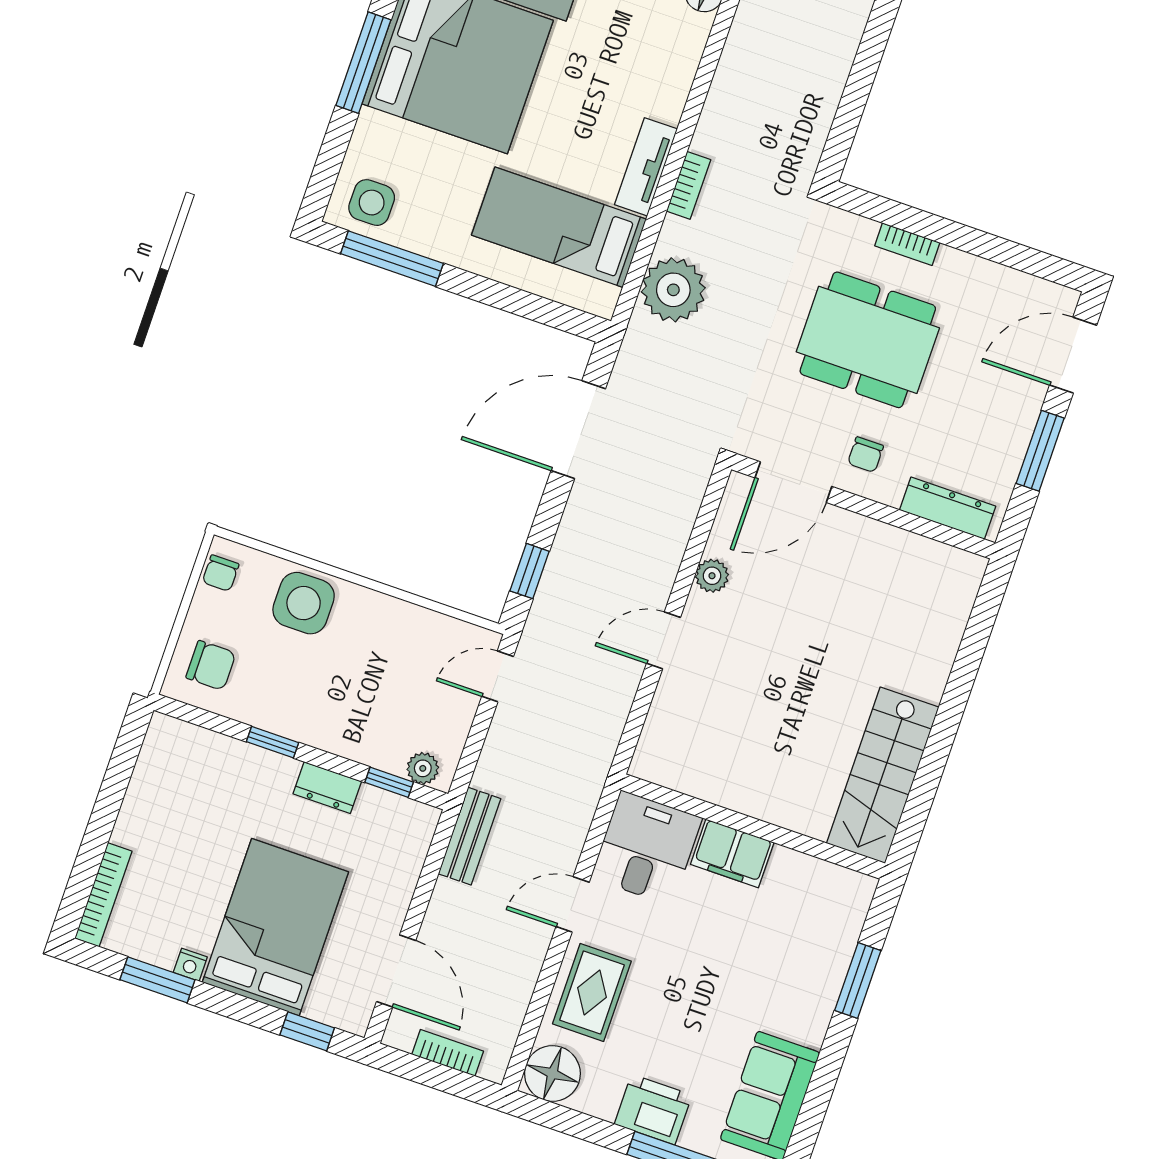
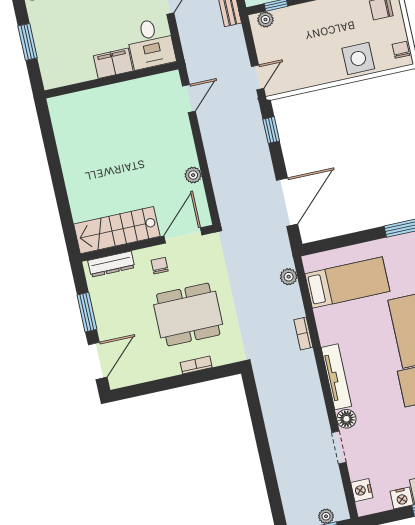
tv unit: (646, 167) -> (336, 377), moved, width x1.41
plant: (673, 290) -> (289, 277), width x0.53, depth x0.53
door: (663, 640) -> (189, 98), moved
stairs: (883, 775) -> (117, 230), moved, turned -90

